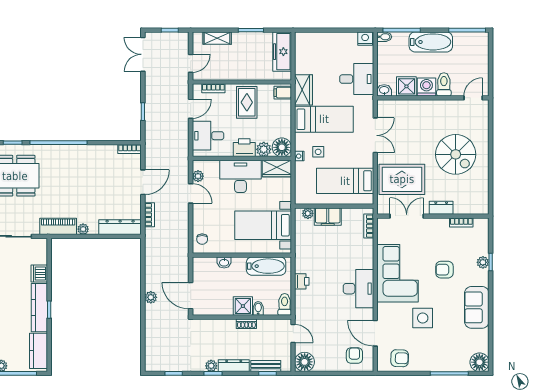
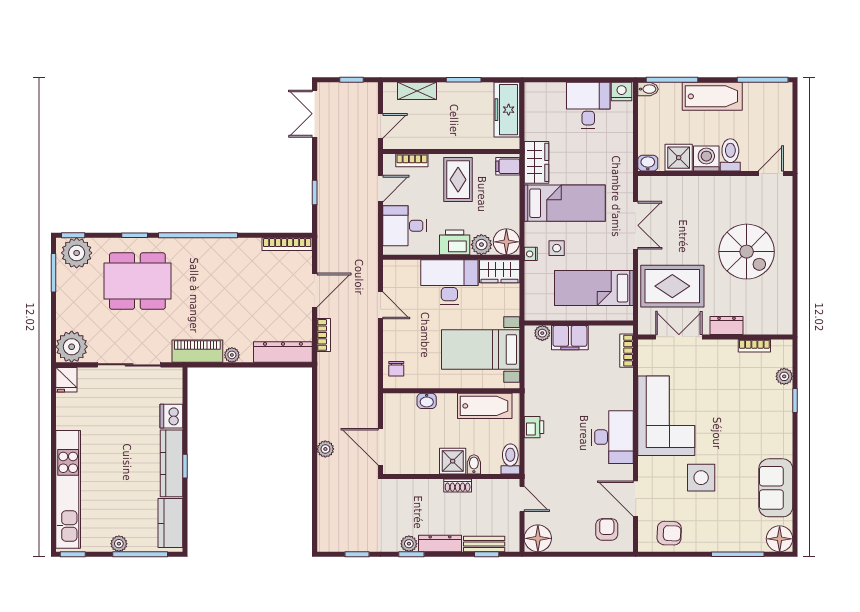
desk: (357, 79) -> (588, 105), moved, turned -90
bookcase: (130, 149) -> (287, 244), width x1.56
plant: (198, 176) -> (391, 282), removed
plant: (483, 262) -> (784, 376), moved
armchair: (444, 270) -> (731, 411), removed
sofa: (477, 307) -> (776, 488), moved

